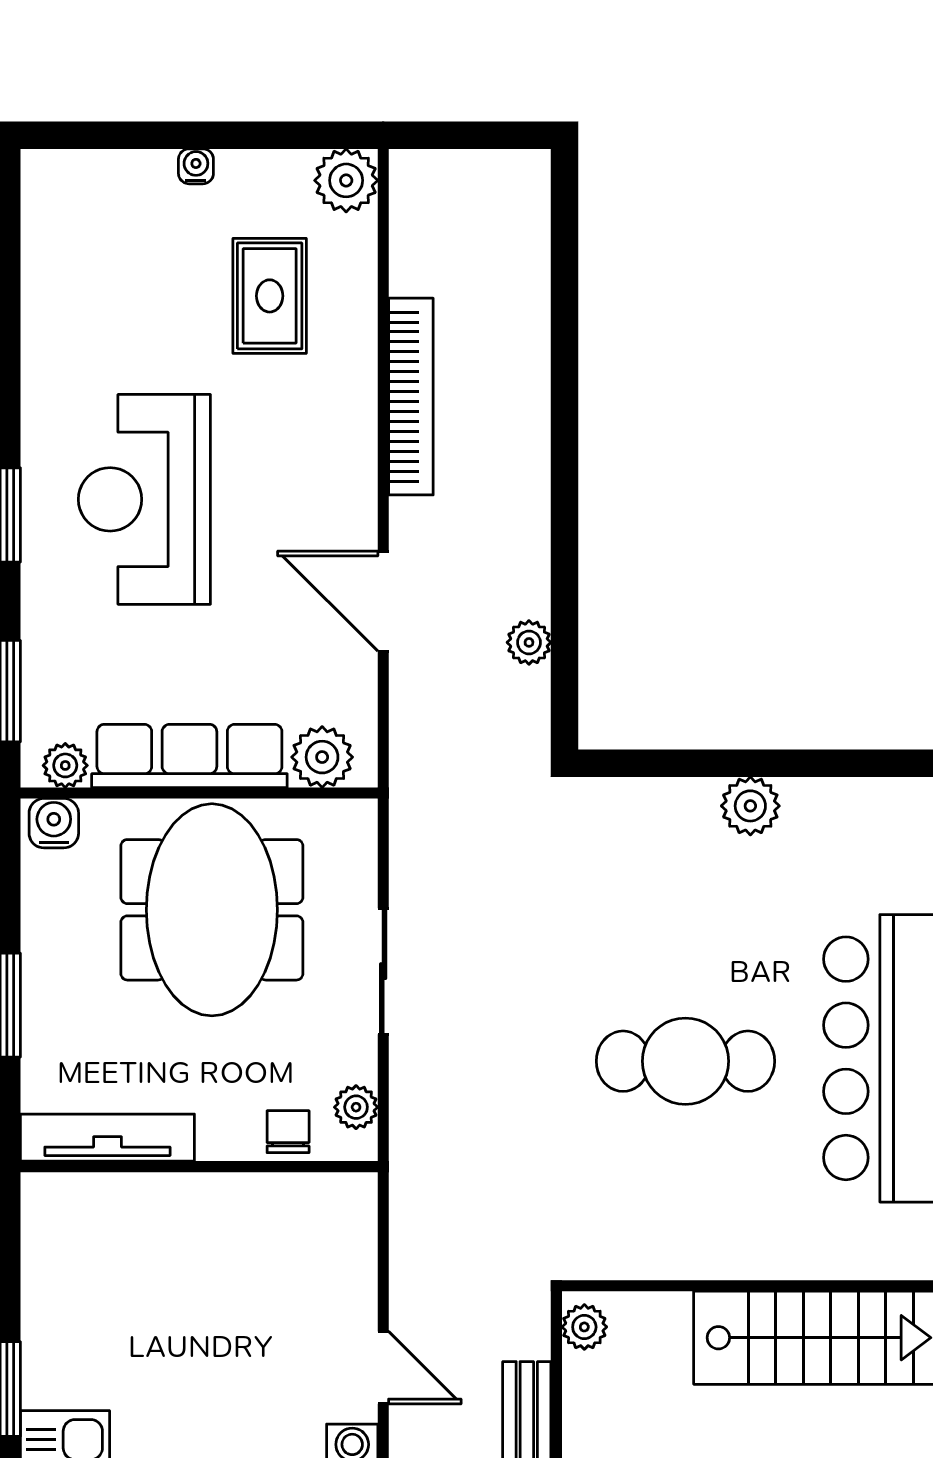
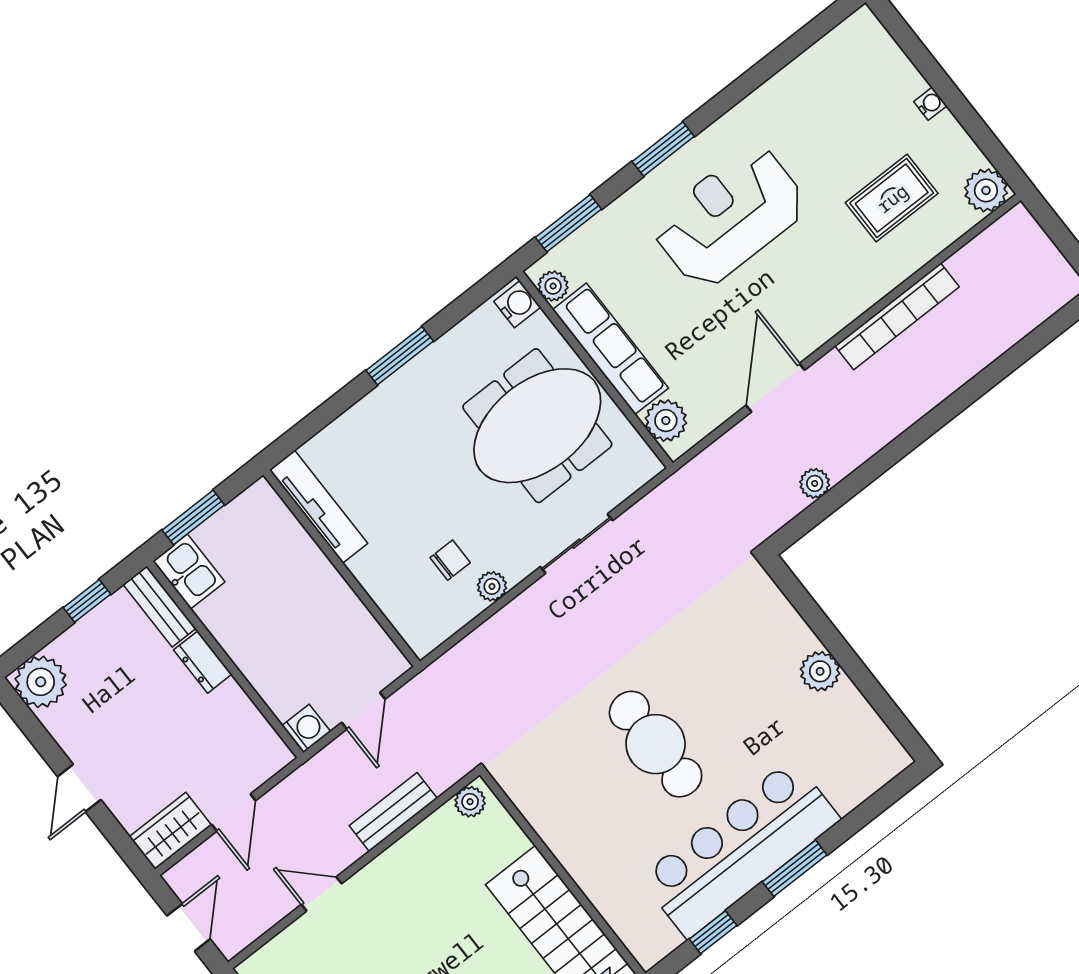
tv unit: (107, 1138) -> (318, 507), moved
wall: (199, 1167) -> (341, 568), moved

